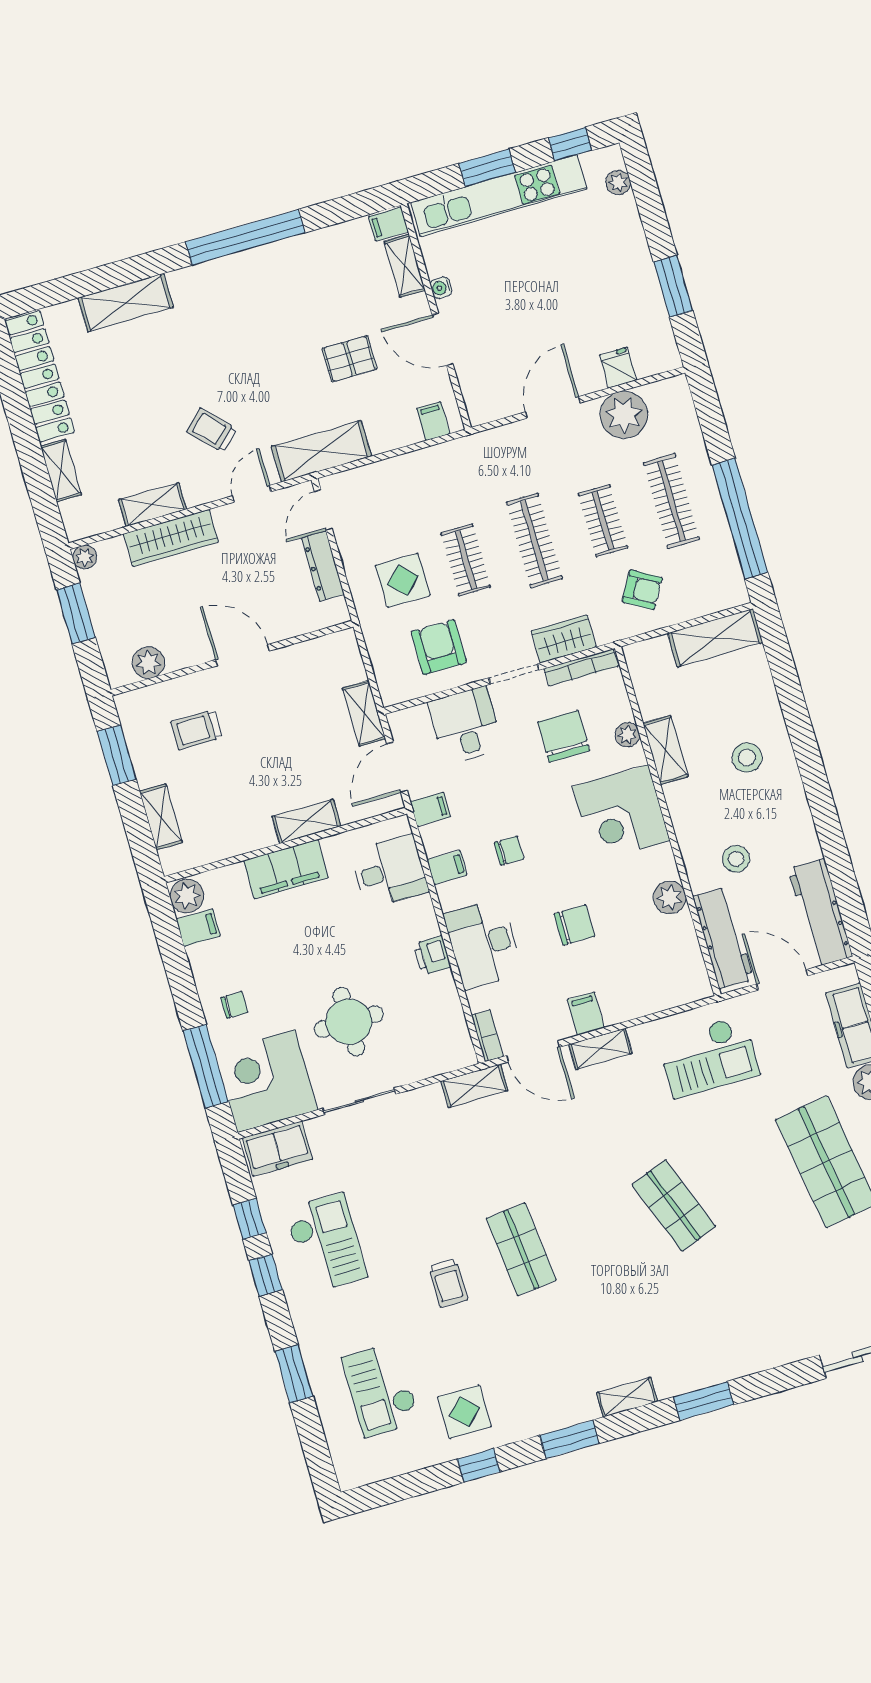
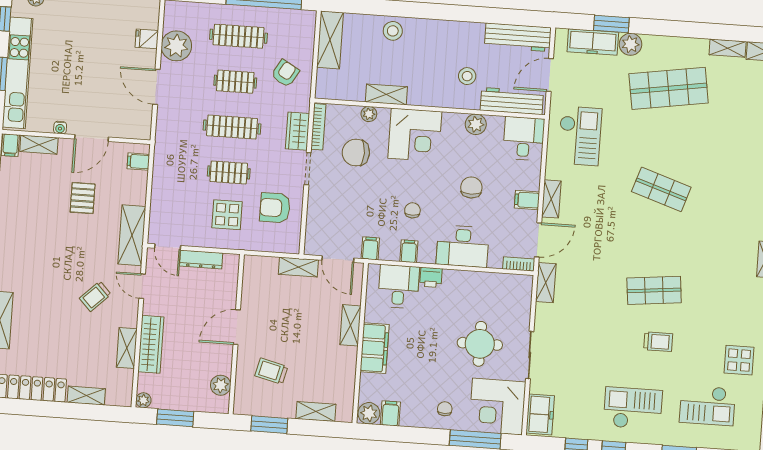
desk: (465, 725) -> (524, 138), moved, turned 90
trolley: (196, 730) -> (271, 371), turned 104
stool: (747, 758) -> (393, 31), moved
printer: (432, 956) -> (431, 277), moved
shop shelf: (674, 1206) -> (661, 189), turned 39
checkout: (326, 1243) -> (633, 408), moved

